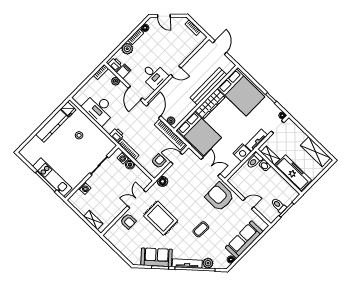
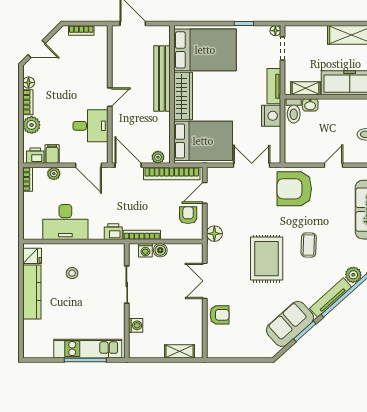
rug: (161, 218) -> (267, 259), moved, turned 90

